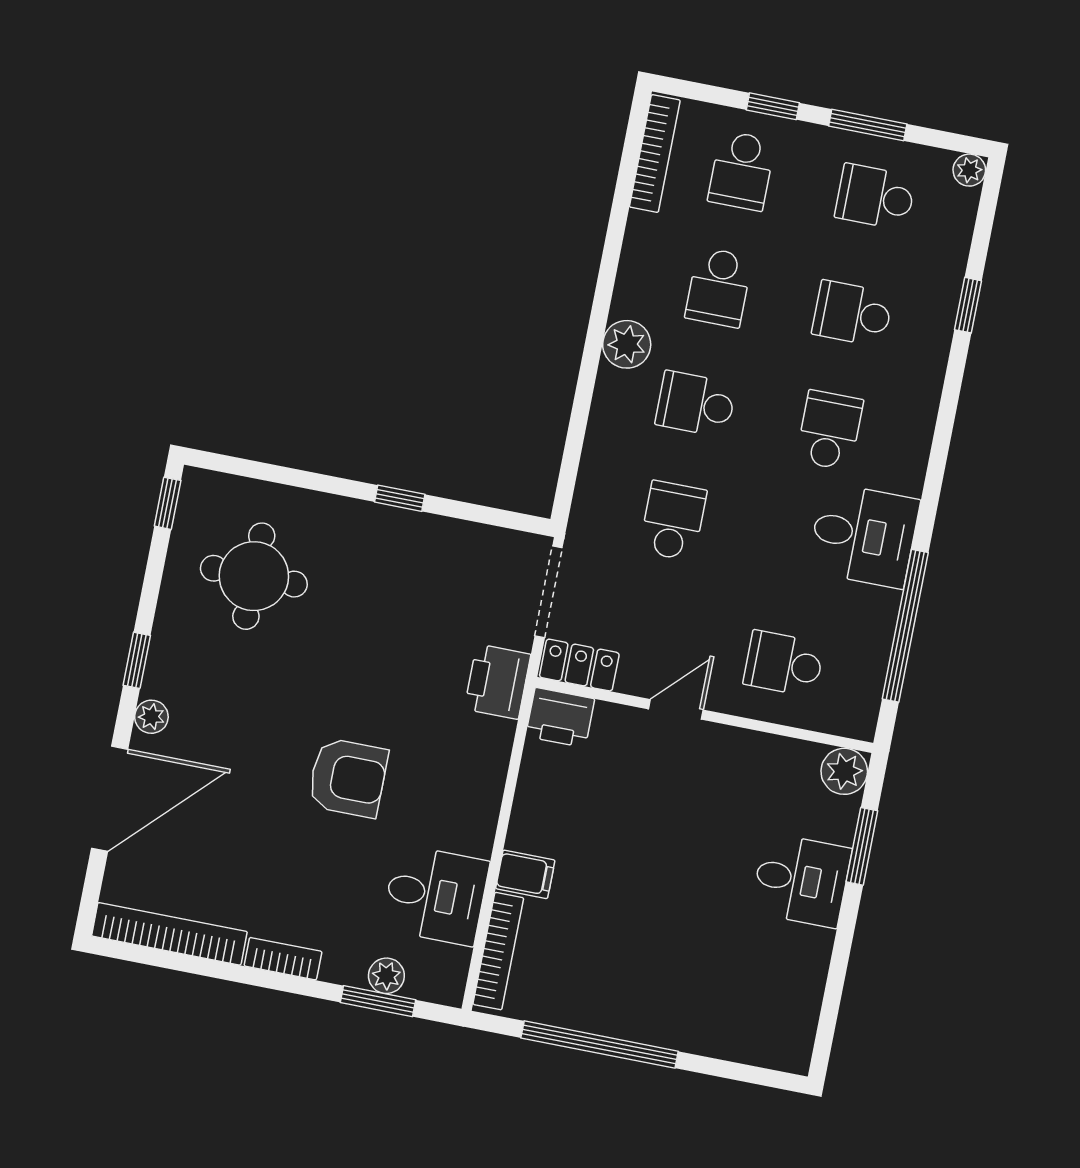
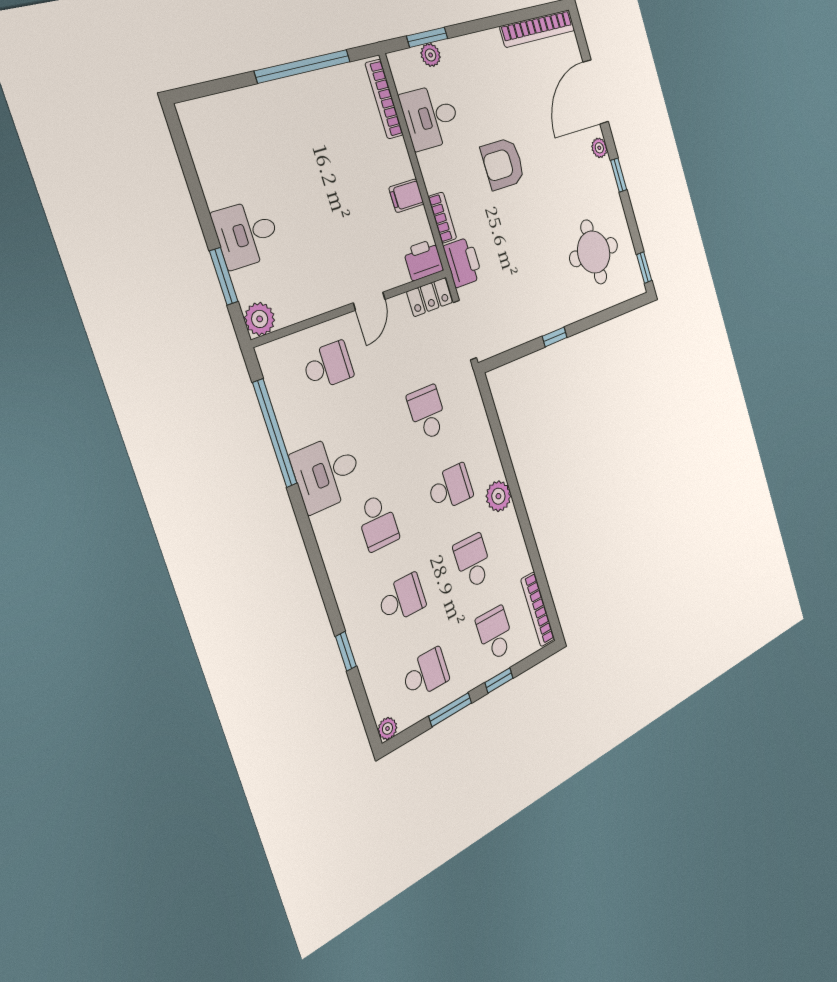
school desk: (673, 521) -> (427, 413), turned 180
filing cabinet: (525, 874) -> (406, 196), moved
bookcase: (283, 959) -> (442, 218), moved, turned -90

